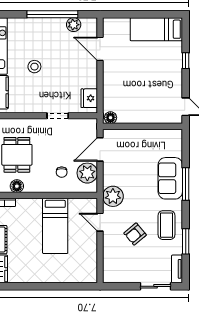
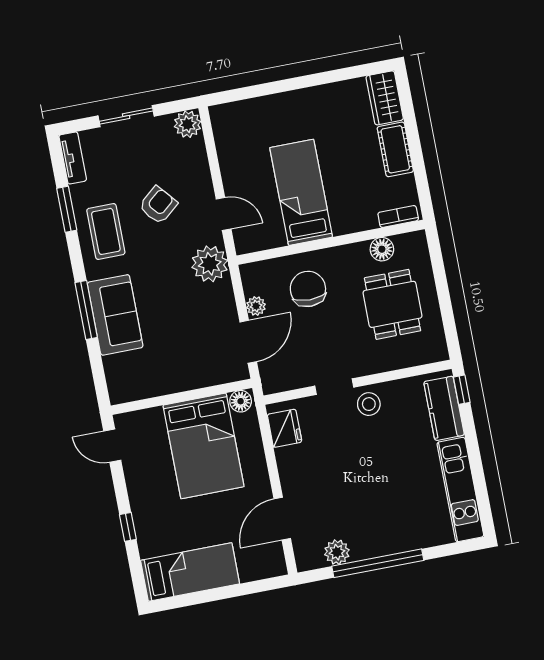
door: (100, 49) -> (282, 519), swing flipped
stool: (34, 67) -> (369, 404), moved
bed: (136, 97) -> (204, 446), added
chair: (62, 172) -> (308, 289), width x1.87, depth x1.87
plant: (87, 173) -> (256, 306), width x0.53, depth x0.53
plant: (110, 275) -> (188, 124), added
sliding door: (155, 286) -> (126, 116), moved

